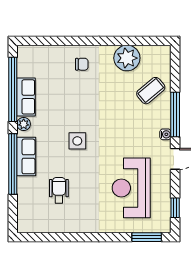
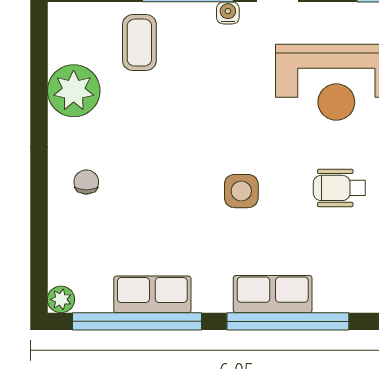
coffee table: (151, 91) -> (139, 43), turned 40
plant: (24, 124) -> (61, 299), moved
wheelchair: (59, 190) -> (339, 188), moved

